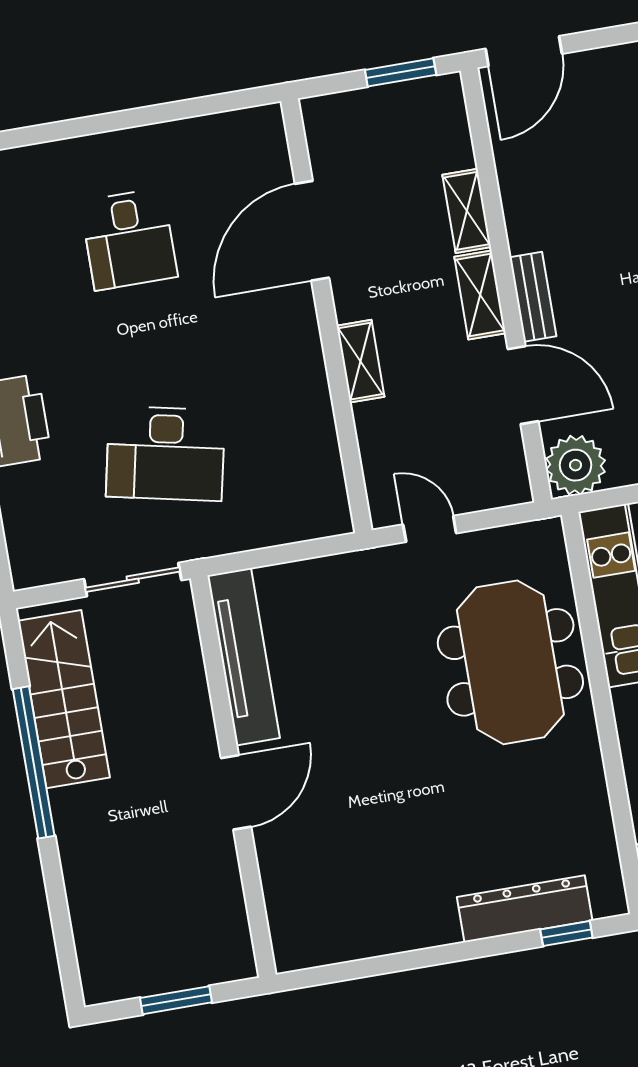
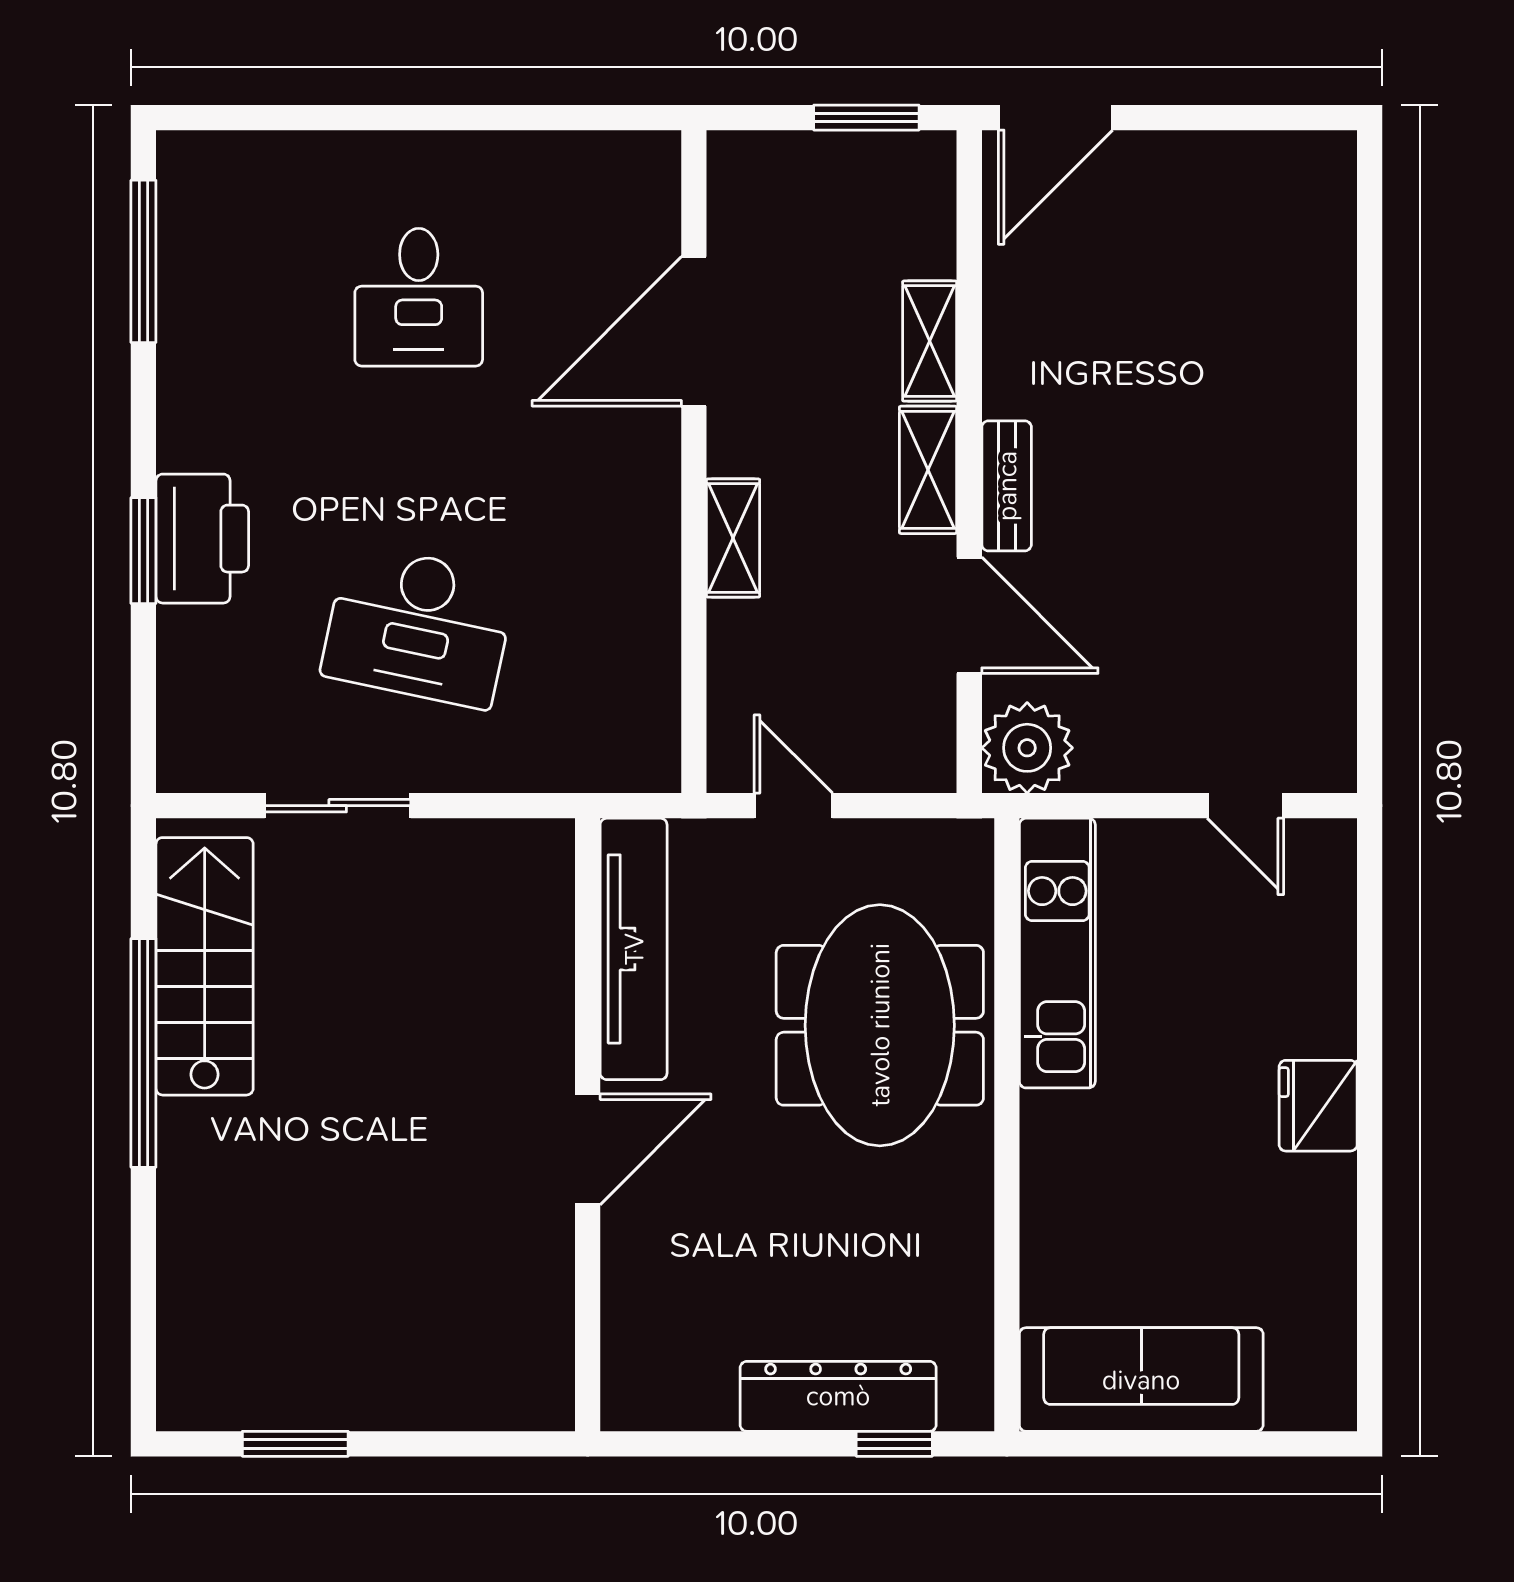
tv unit: (244, 657) -> (634, 949), moved
wall: (233, 776) -> (588, 1125), moved
door: (236, 792) -> (588, 1149), moved

